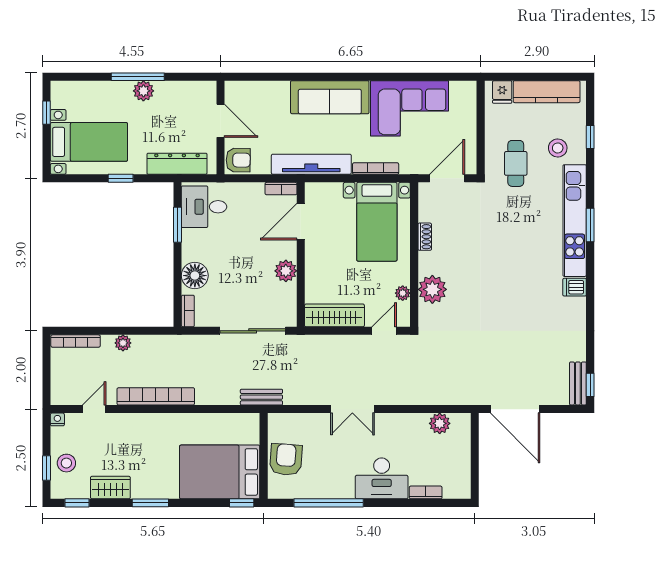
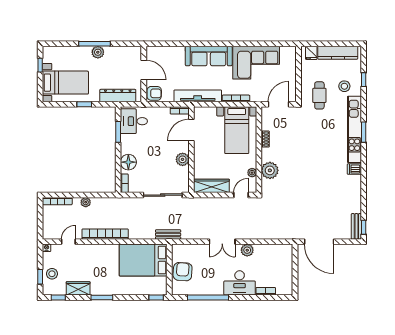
plant: (440, 423) -> (247, 250), moved
bed: (220, 472) -> (143, 260), moved

